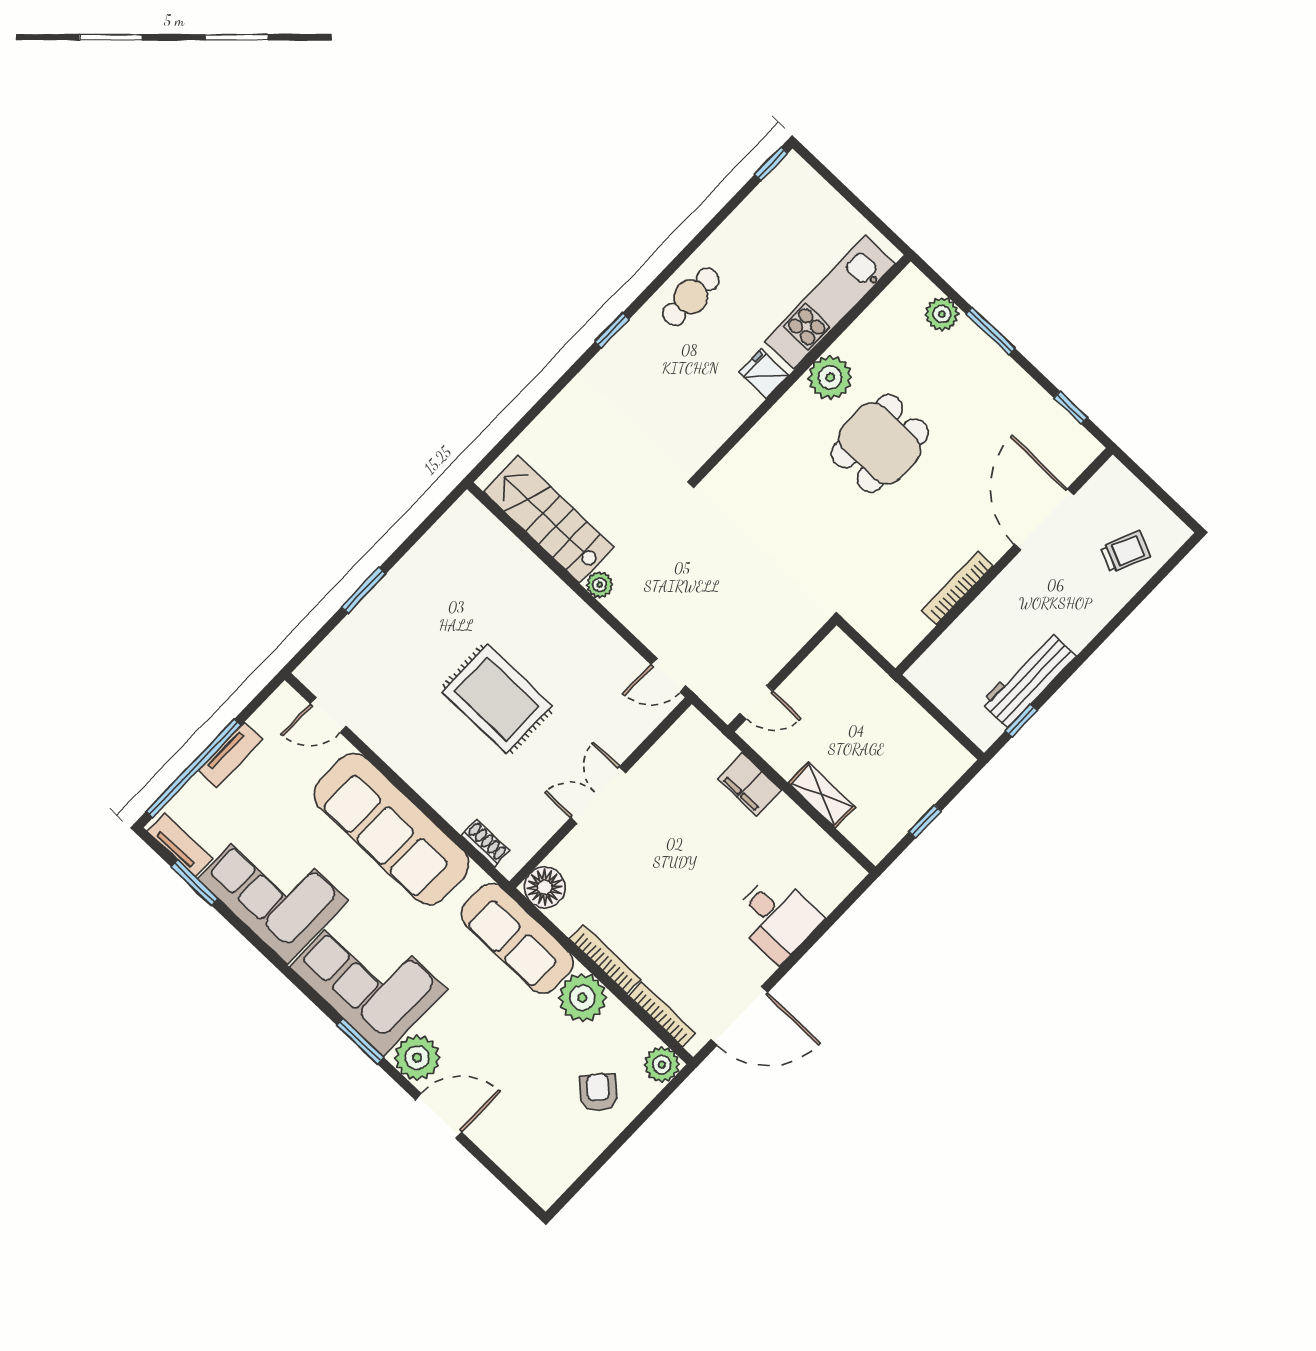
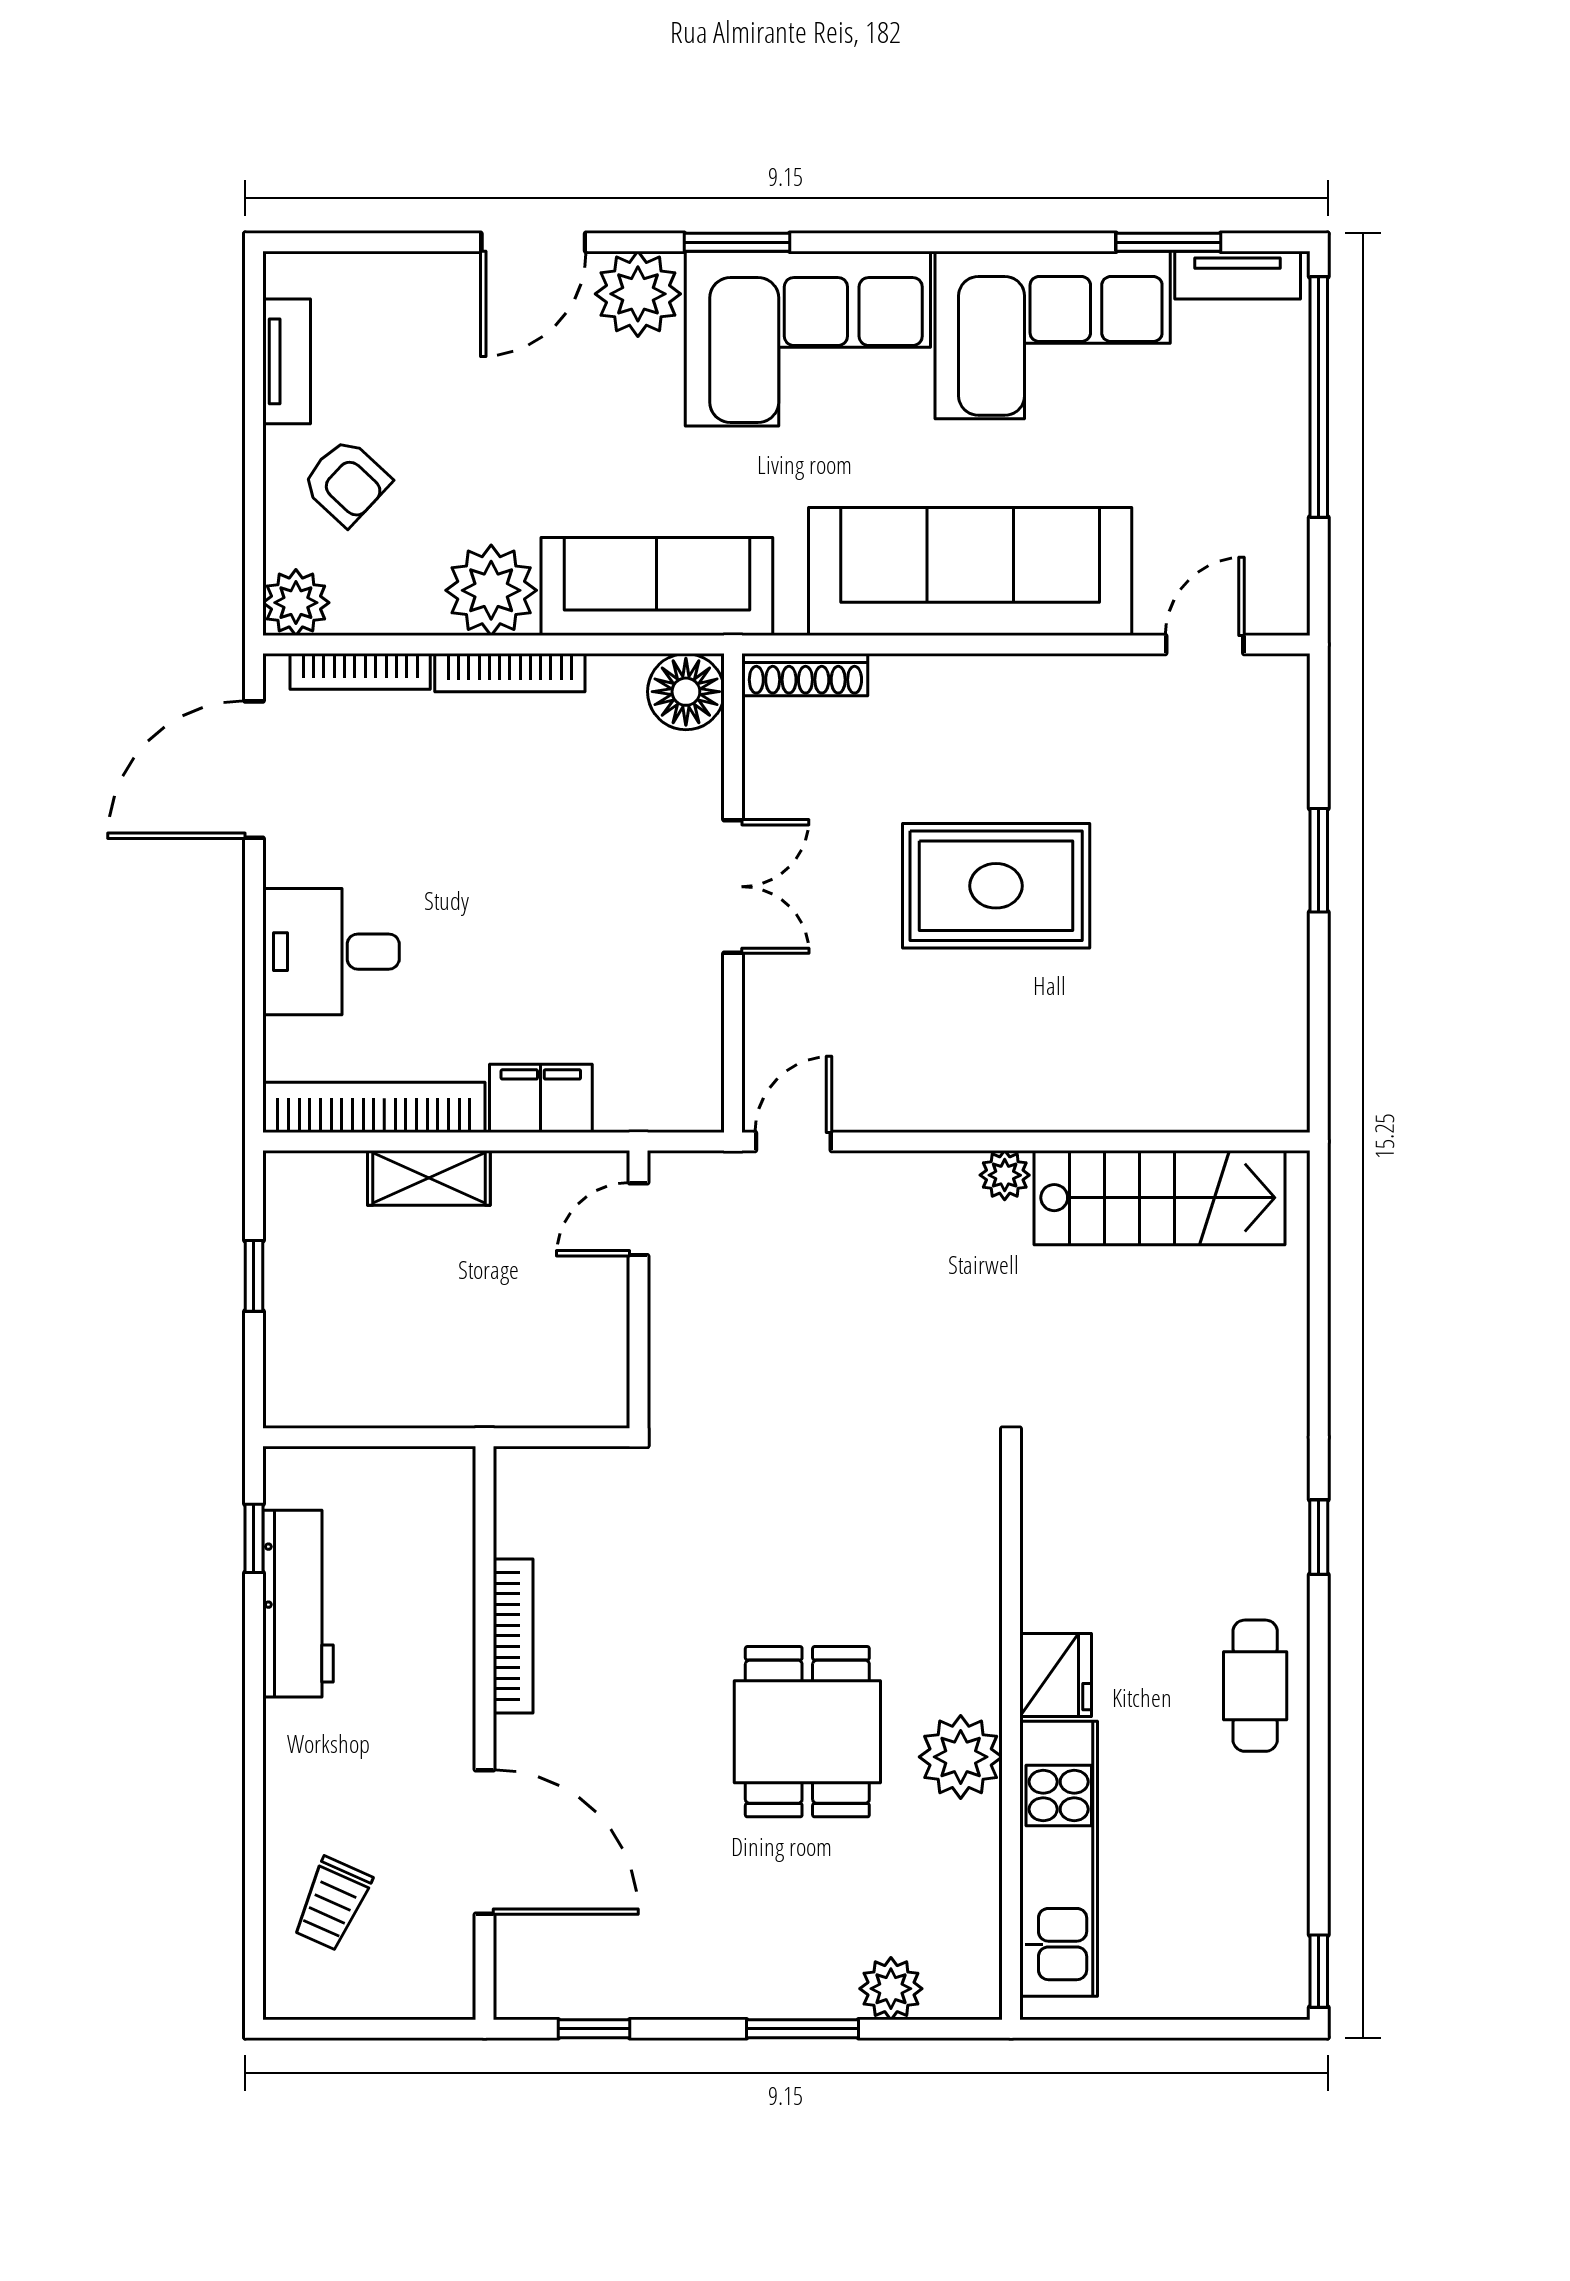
fridge: (764, 374) -> (1056, 1675), width x1.38
tv unit: (230, 755) -> (287, 361), moved, turned 180
bookcase: (817, 842) -> (374, 1107), added
shoe rack: (485, 843) -> (805, 675), width x1.43

